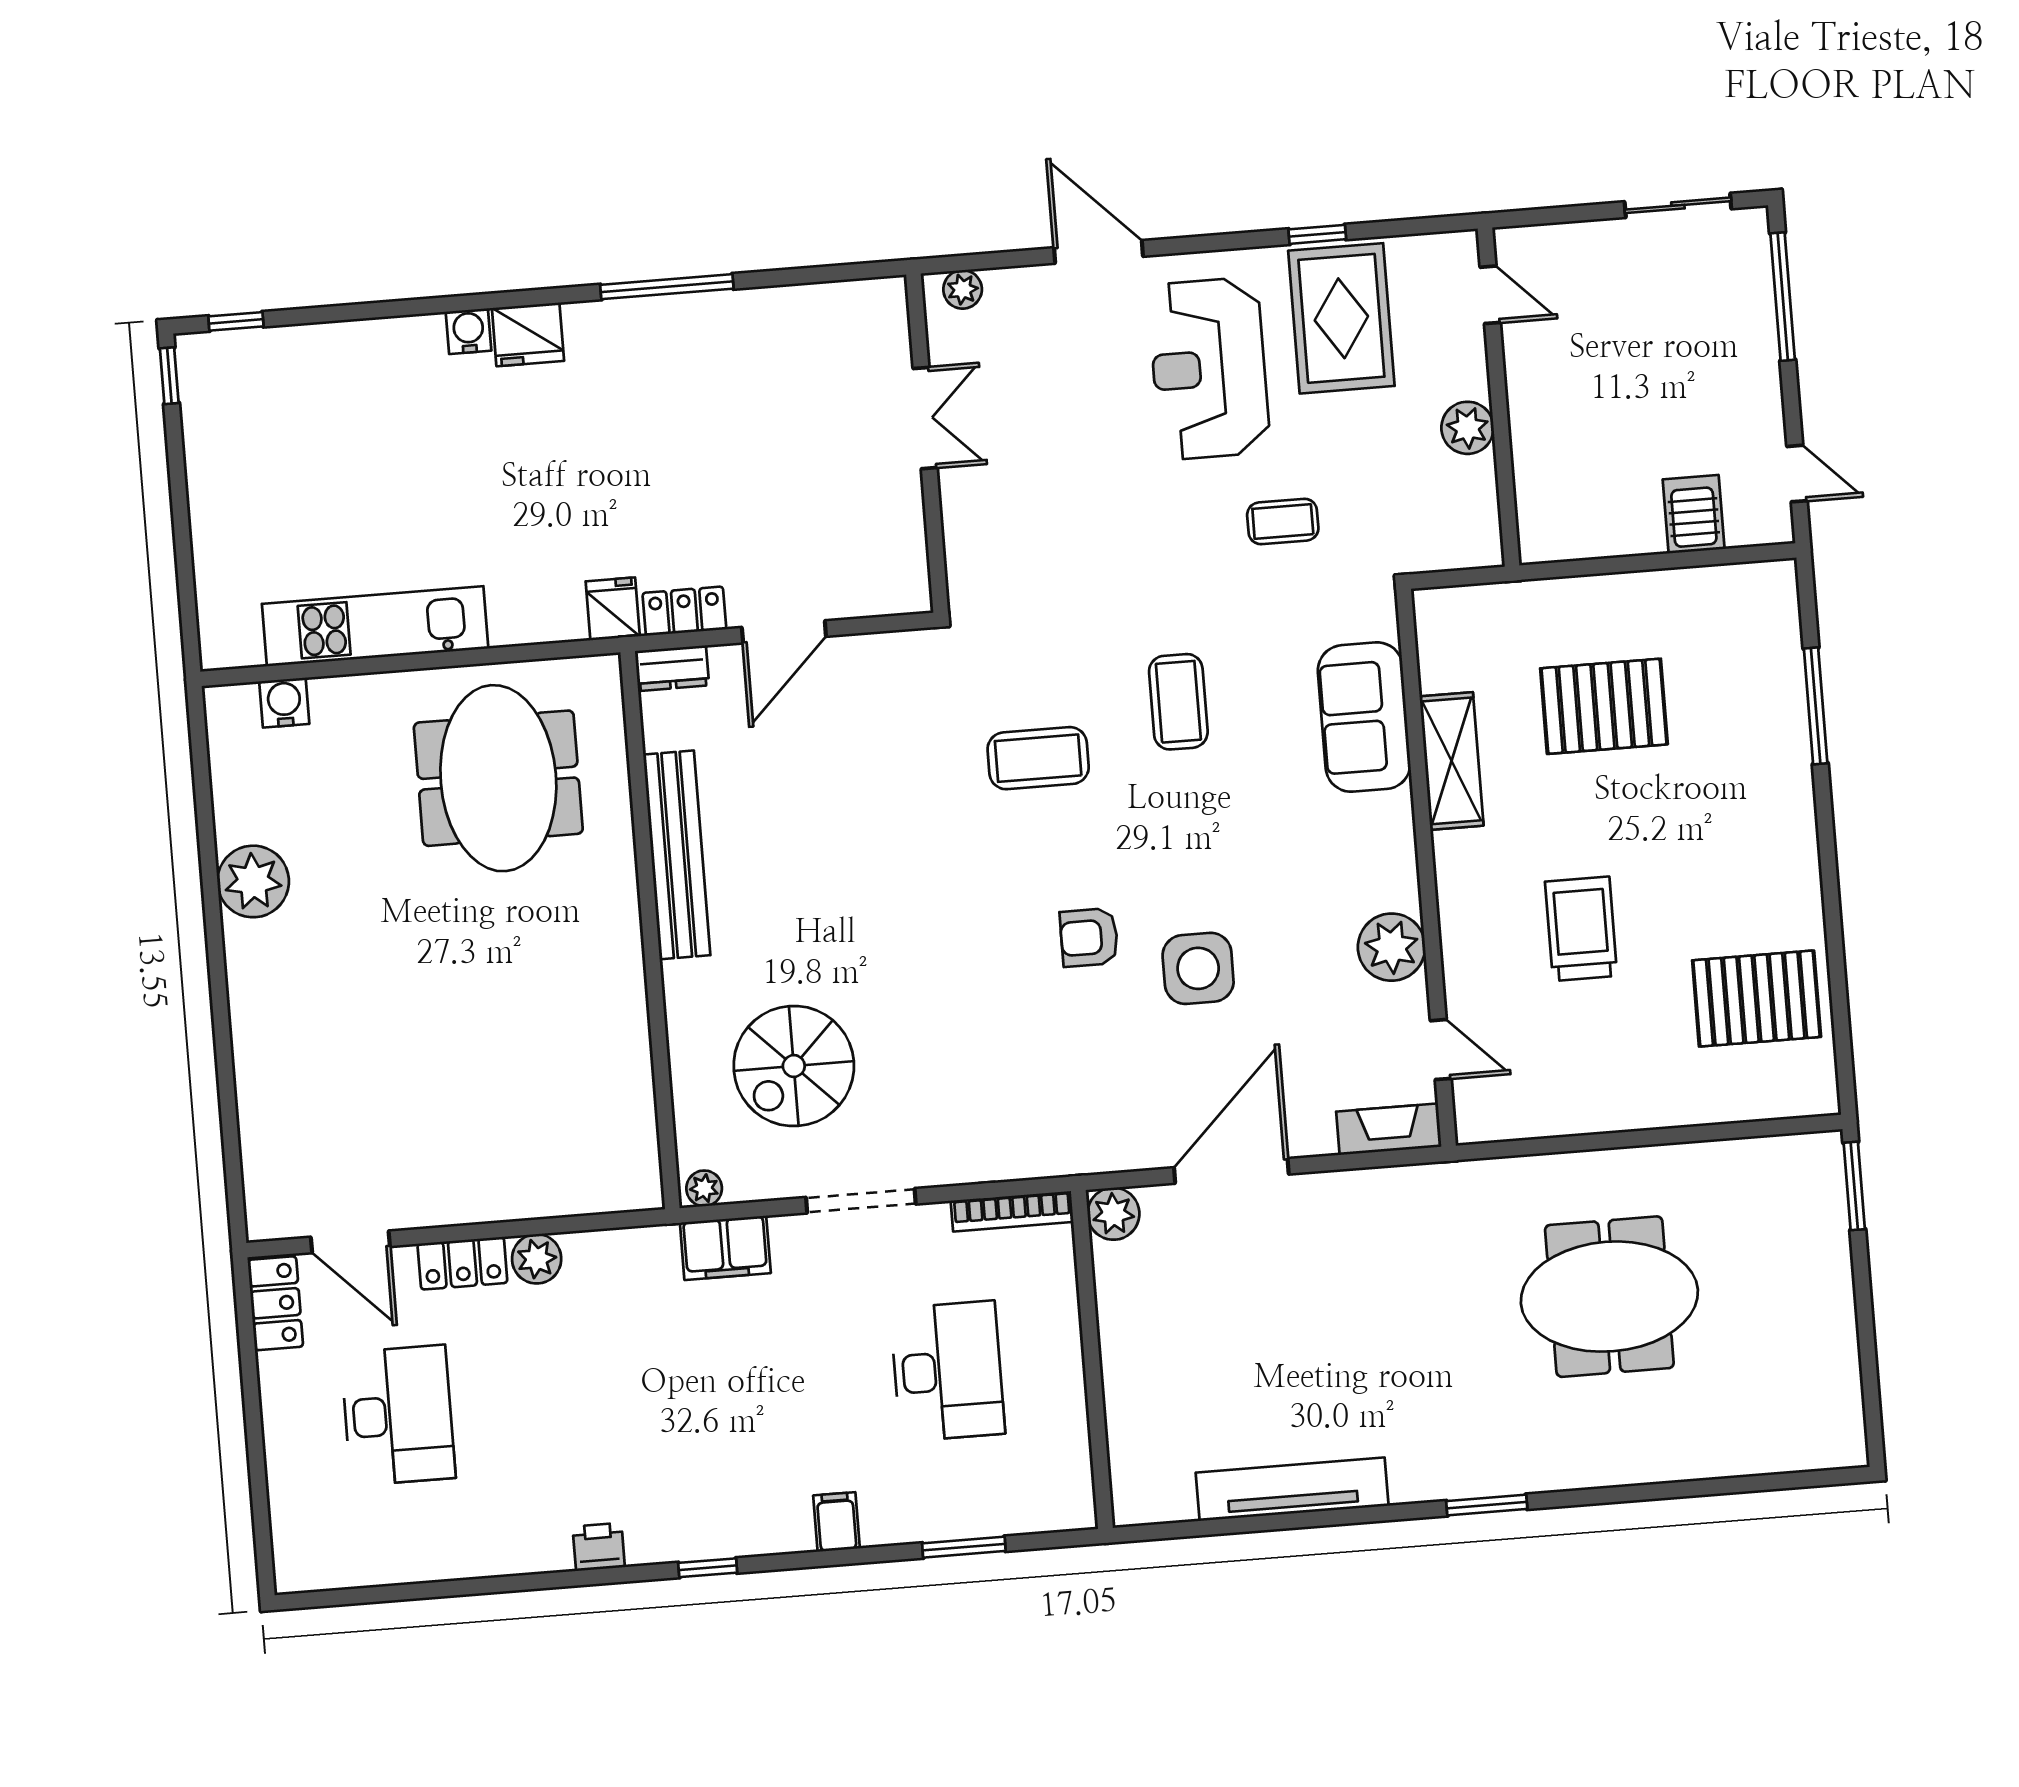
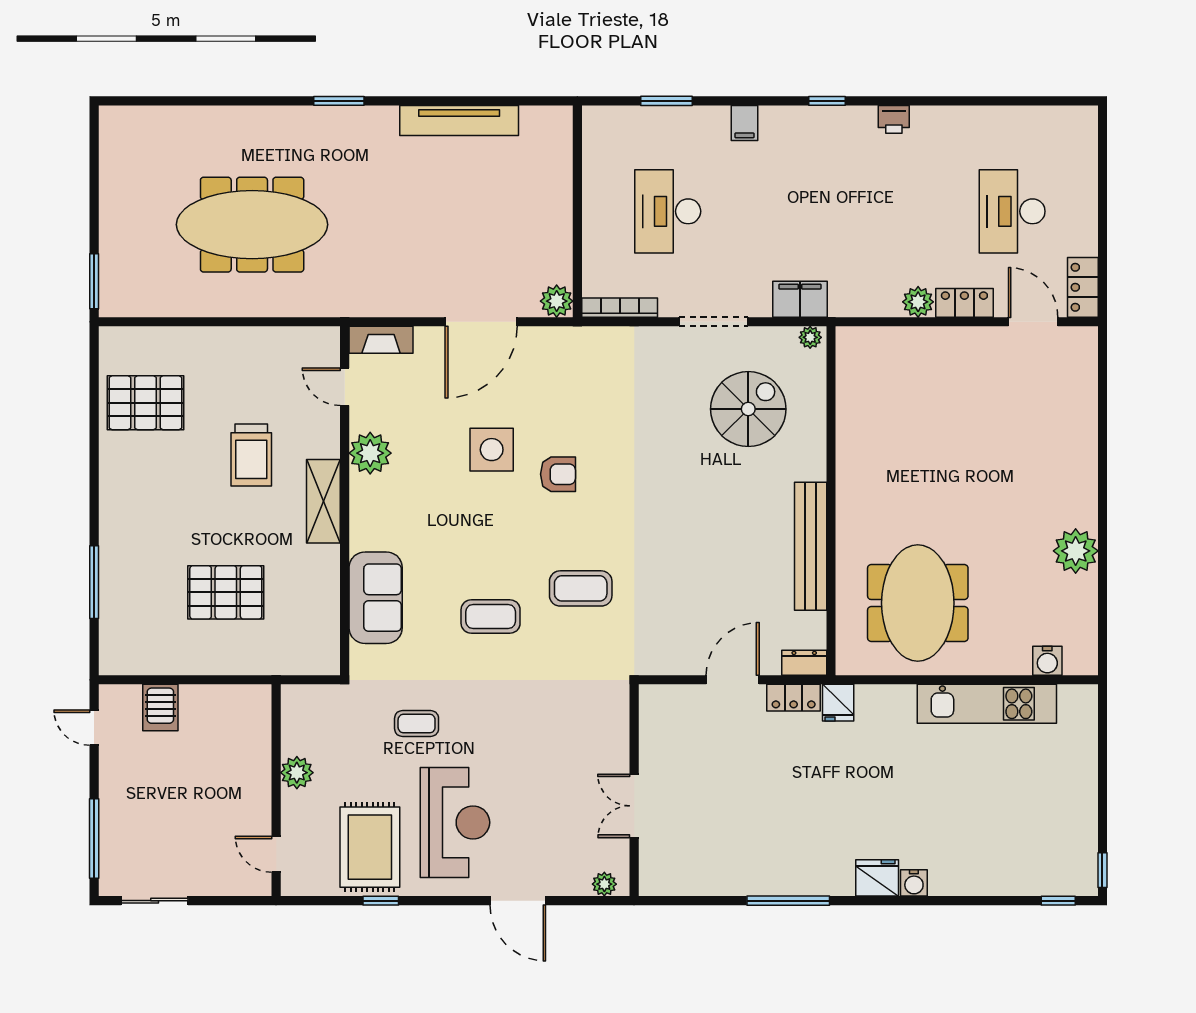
coffee table: (1178, 702) -> (491, 617), turned 90
shelving: (1452, 761) -> (323, 501), moved
meeting table: (1609, 1297) -> (252, 225), width x1.36

